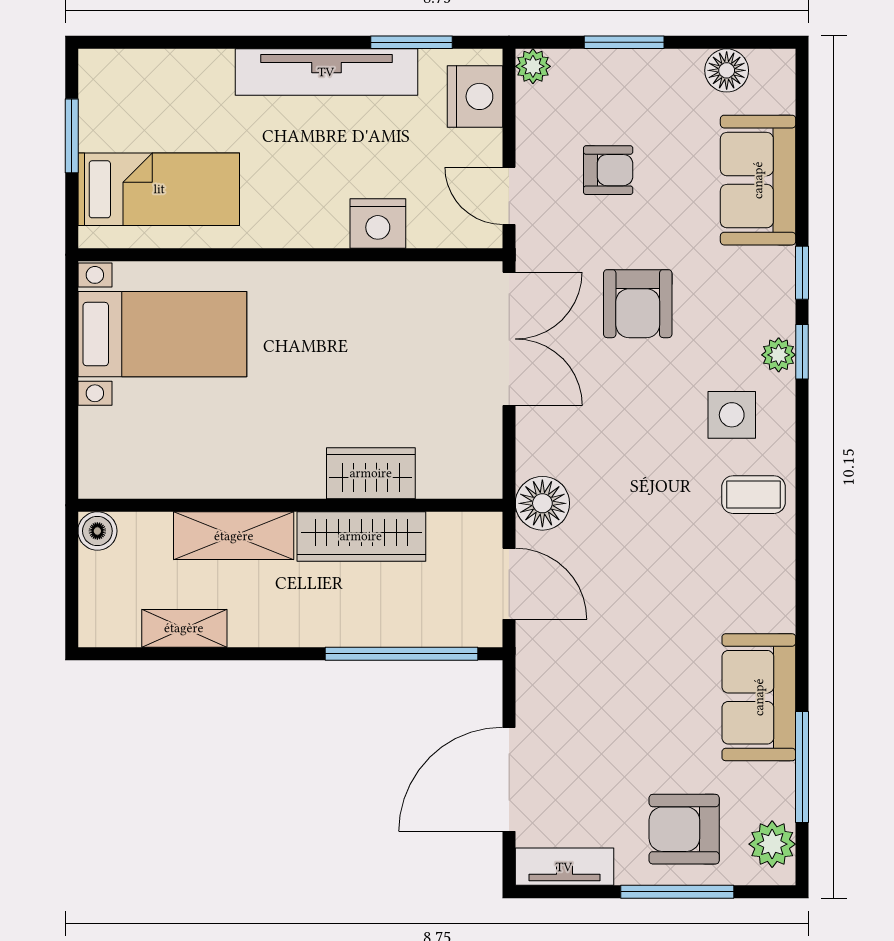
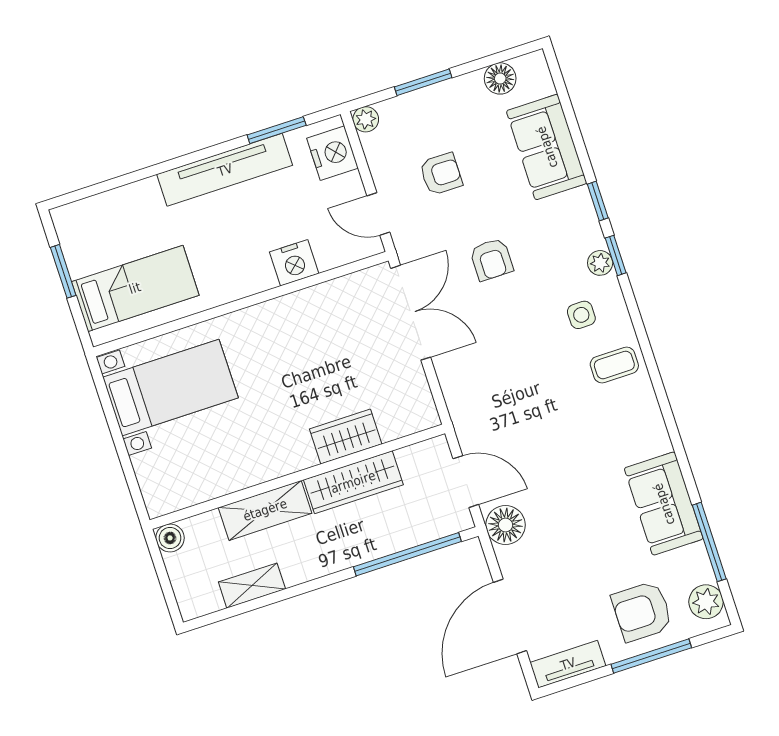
armchair: (638, 304) -> (491, 259), width x0.72, depth x0.72
side table: (732, 415) -> (581, 315), width x0.73, depth x0.73
floor lamp: (542, 503) -> (506, 525), moved

